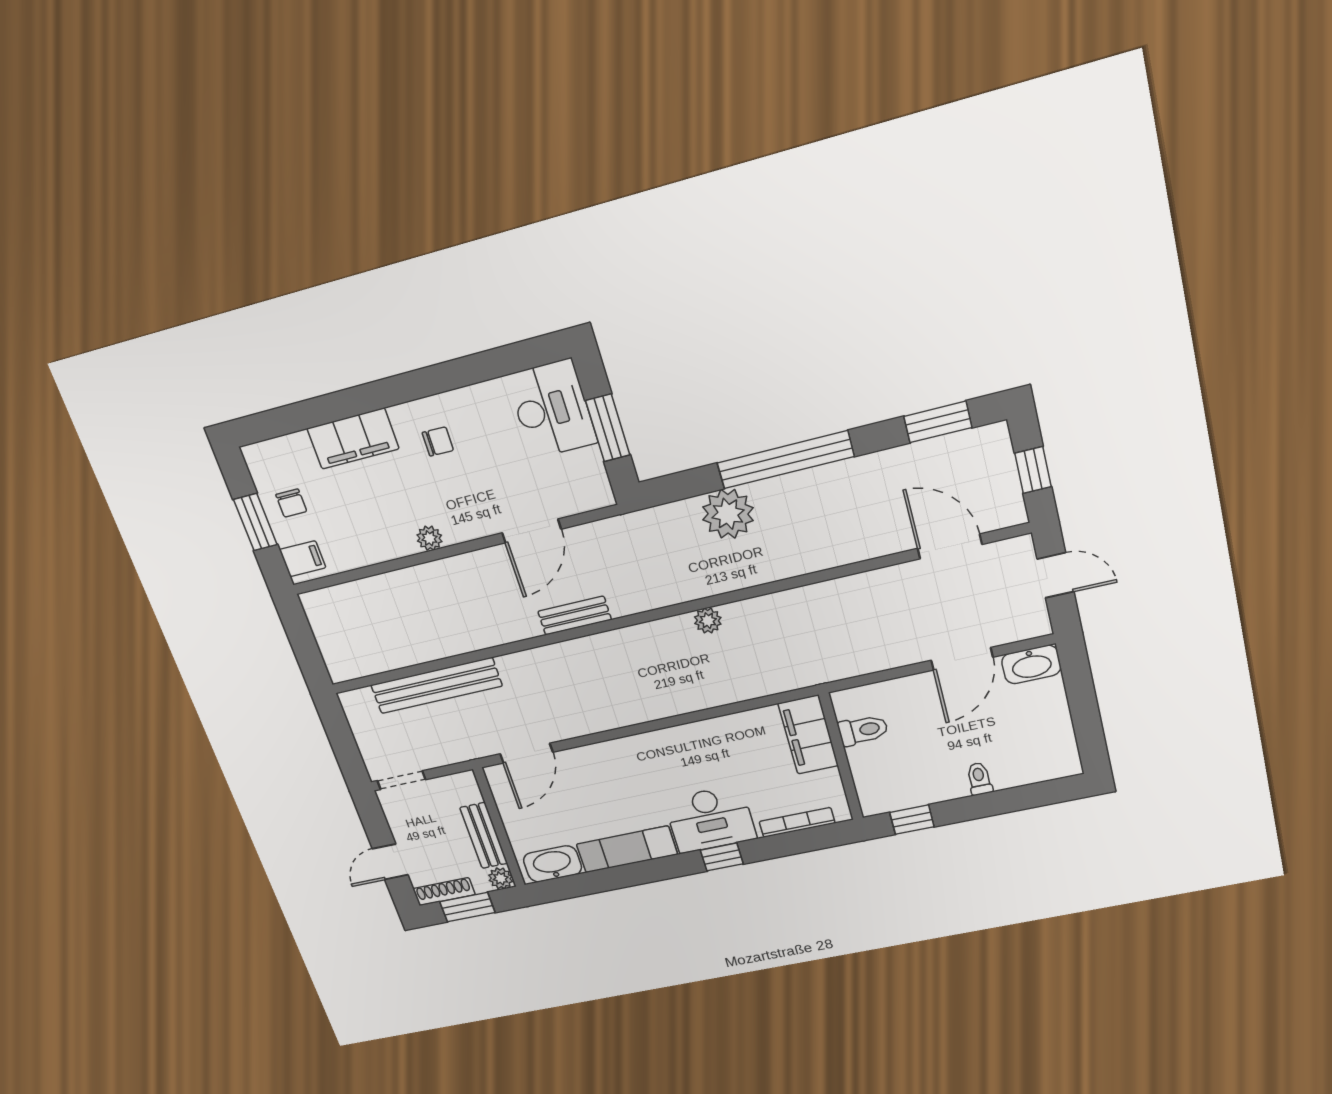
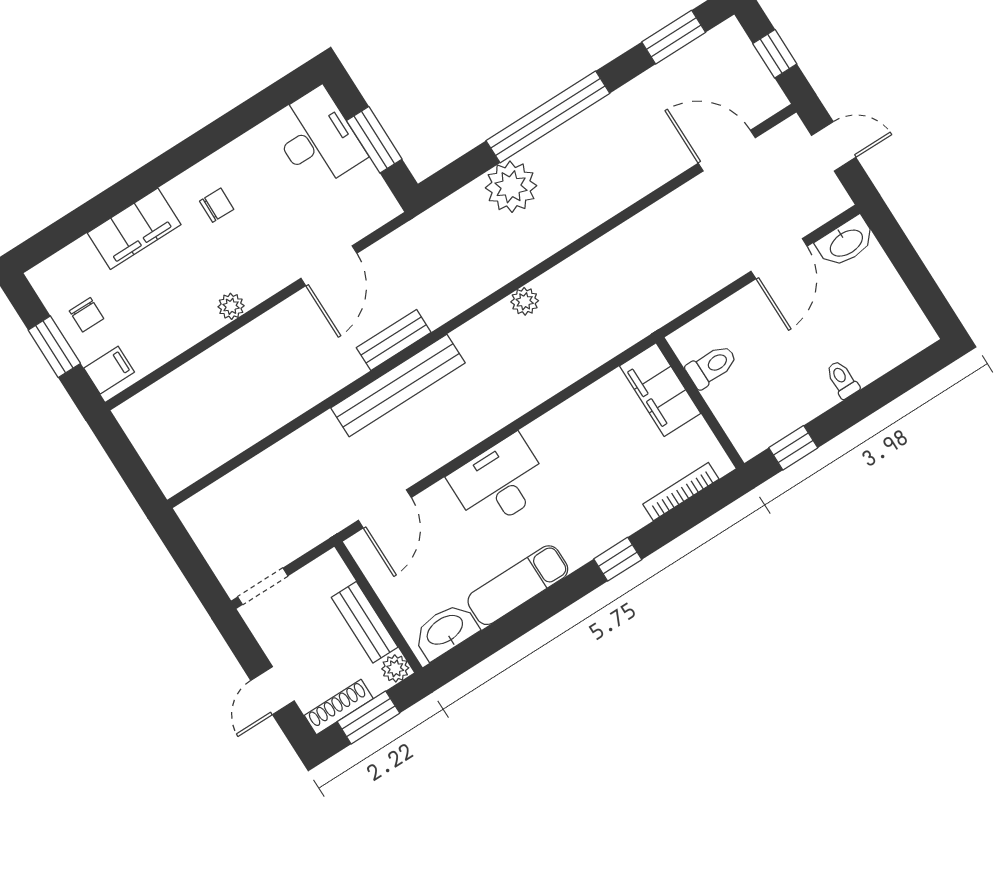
bench: (436, 686) -> (398, 385), moved
desk: (710, 819) -> (500, 482), moved, turned 180

